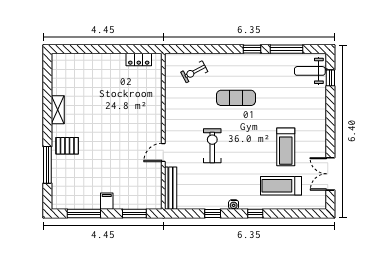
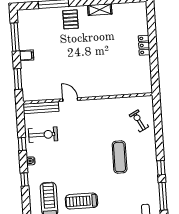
locker: (139, 59) -> (144, 45), moved
exercise bike: (212, 146) -> (43, 135), moved

